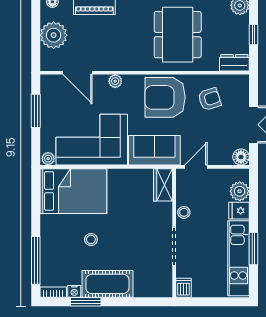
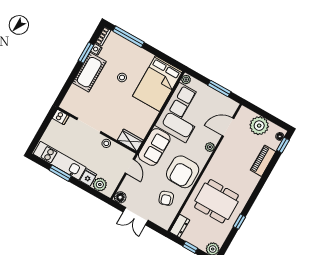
armchair: (165, 97) -> (183, 172), turned 180

